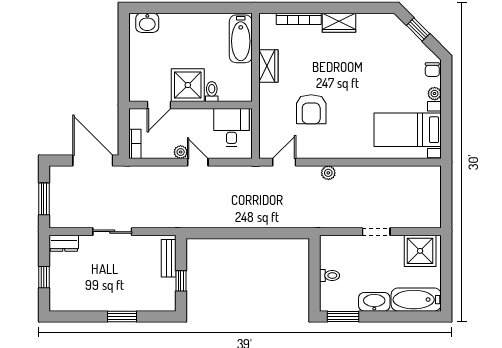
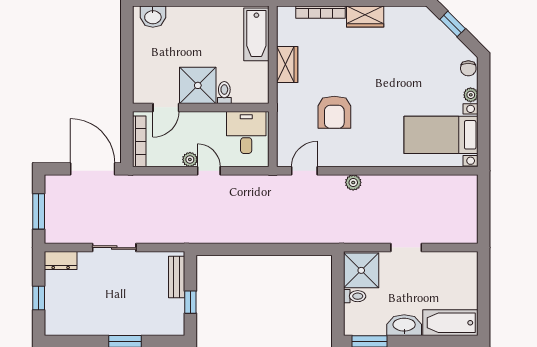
bookcase: (135, 144) -> (139, 141), width x1.56
shower: (420, 251) -> (361, 270), moved

